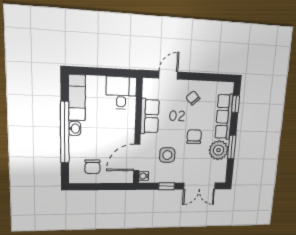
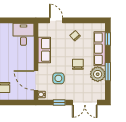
door: (168, 75) -> (56, 20), hinge flipped
door: (137, 157) -> (36, 80), hinge flipped

